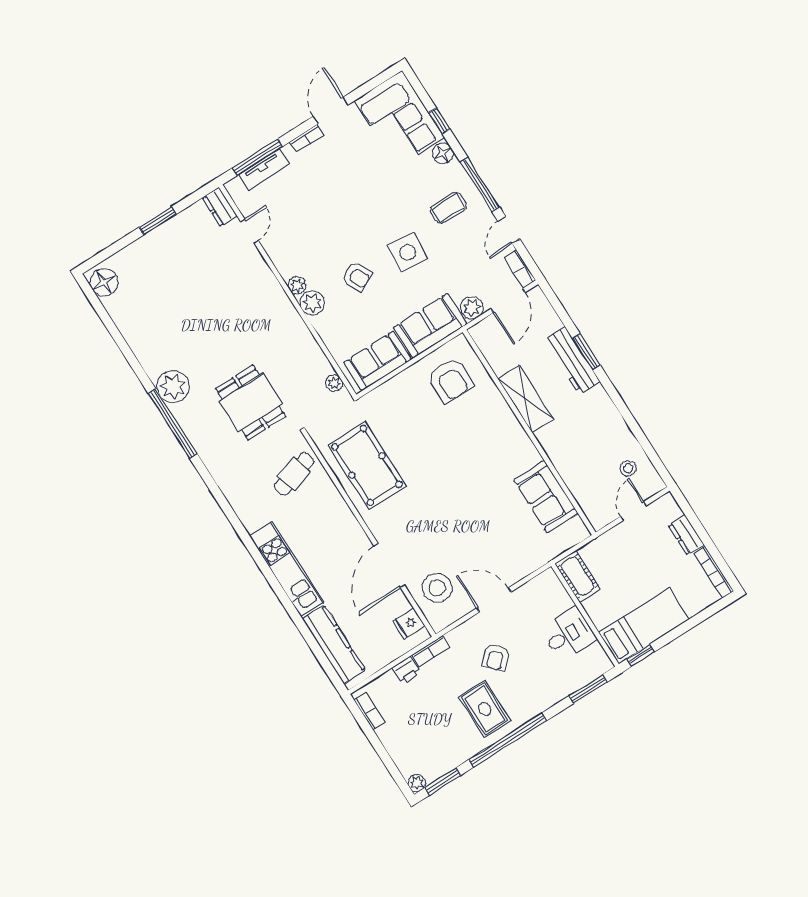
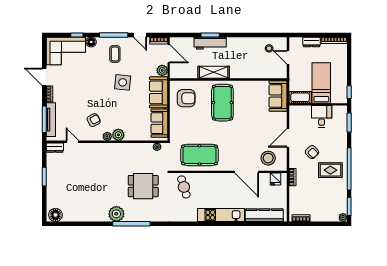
tv unit: (264, 169) -> (51, 120), width x1.41
armchair: (357, 277) -> (94, 120), moved
pool table: (483, 448) -> (222, 103), added
sofa: (546, 497) -> (278, 96), moved, turned 90
bed: (644, 626) -> (321, 83), moved
printer: (406, 670) -> (294, 192), removed

